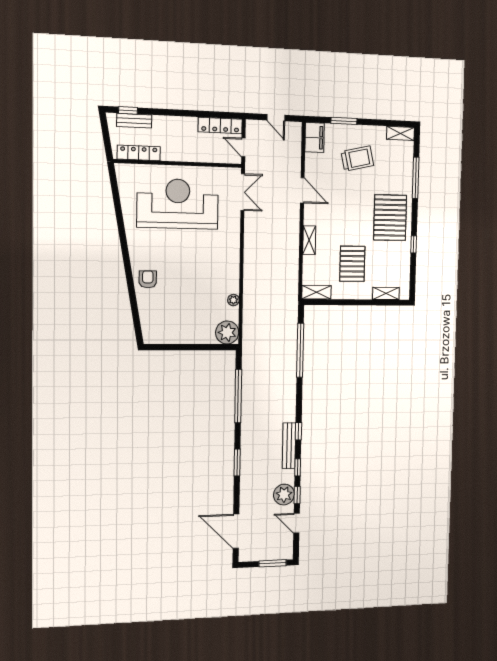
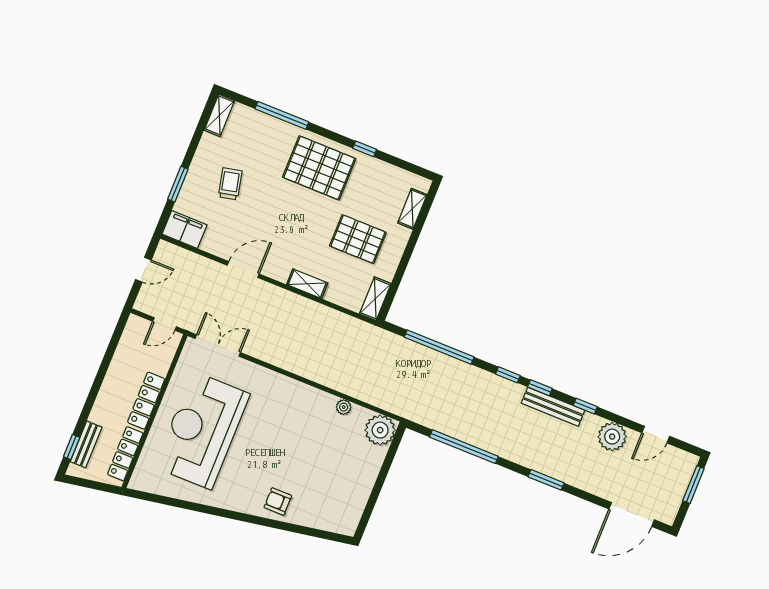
locker: (220, 126) -> (146, 401), moved, turned 180
trolley: (357, 159) -> (230, 184), width x0.73, depth x0.72
window: (297, 495) -> (508, 375), moved

